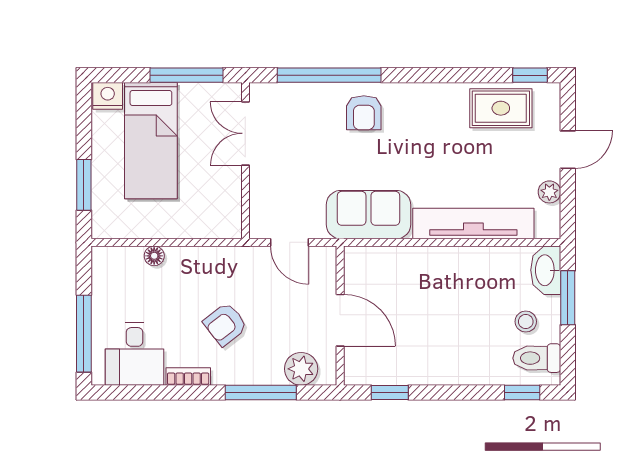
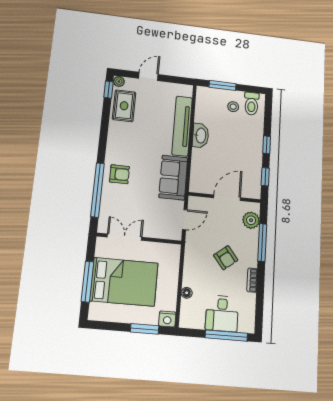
window: (187, 75) -> (87, 282), moved
nightstand: (108, 96) -> (167, 319), moved, turned -90
double door: (245, 133) -> (124, 237), swing flipped
bed: (151, 141) -> (124, 282), width x1.50
door: (568, 150) -> (148, 76), hinge flipped
plant: (549, 192) -> (119, 82), moved
washbasin: (546, 270) -> (201, 135), moved, turned -90
desk: (135, 354) -> (222, 313), moved, turned 90
window: (522, 393) -> (267, 145), moved

